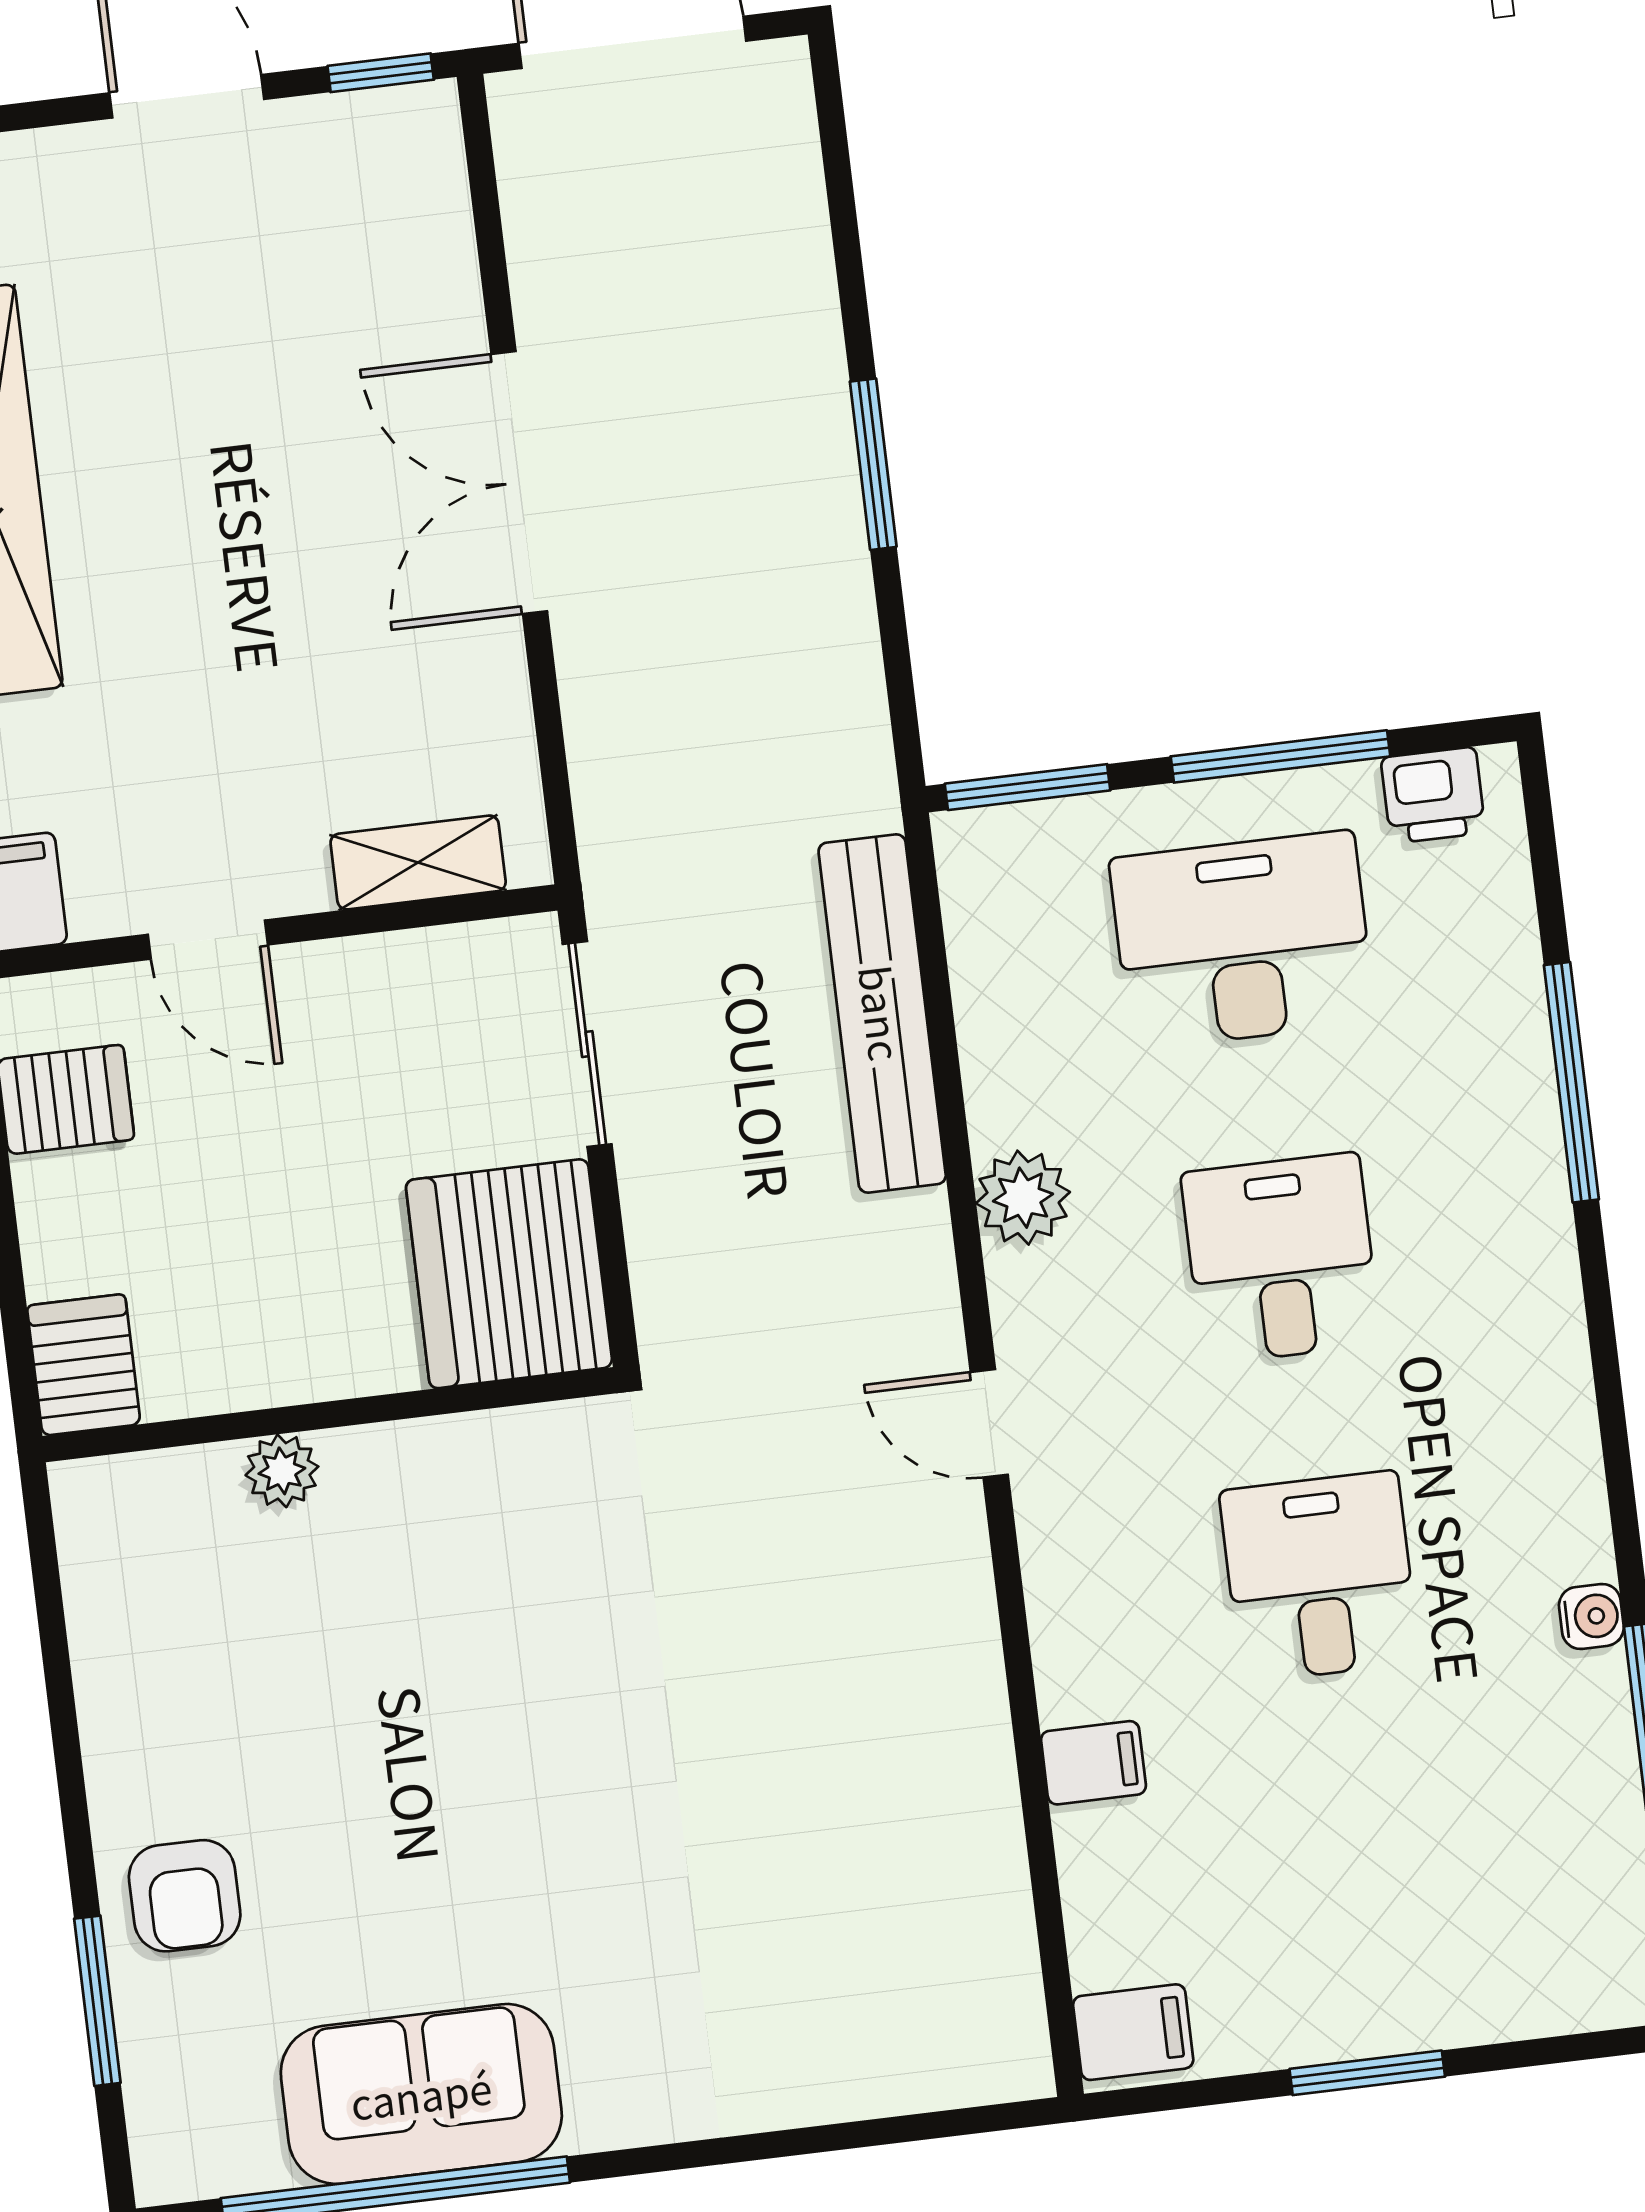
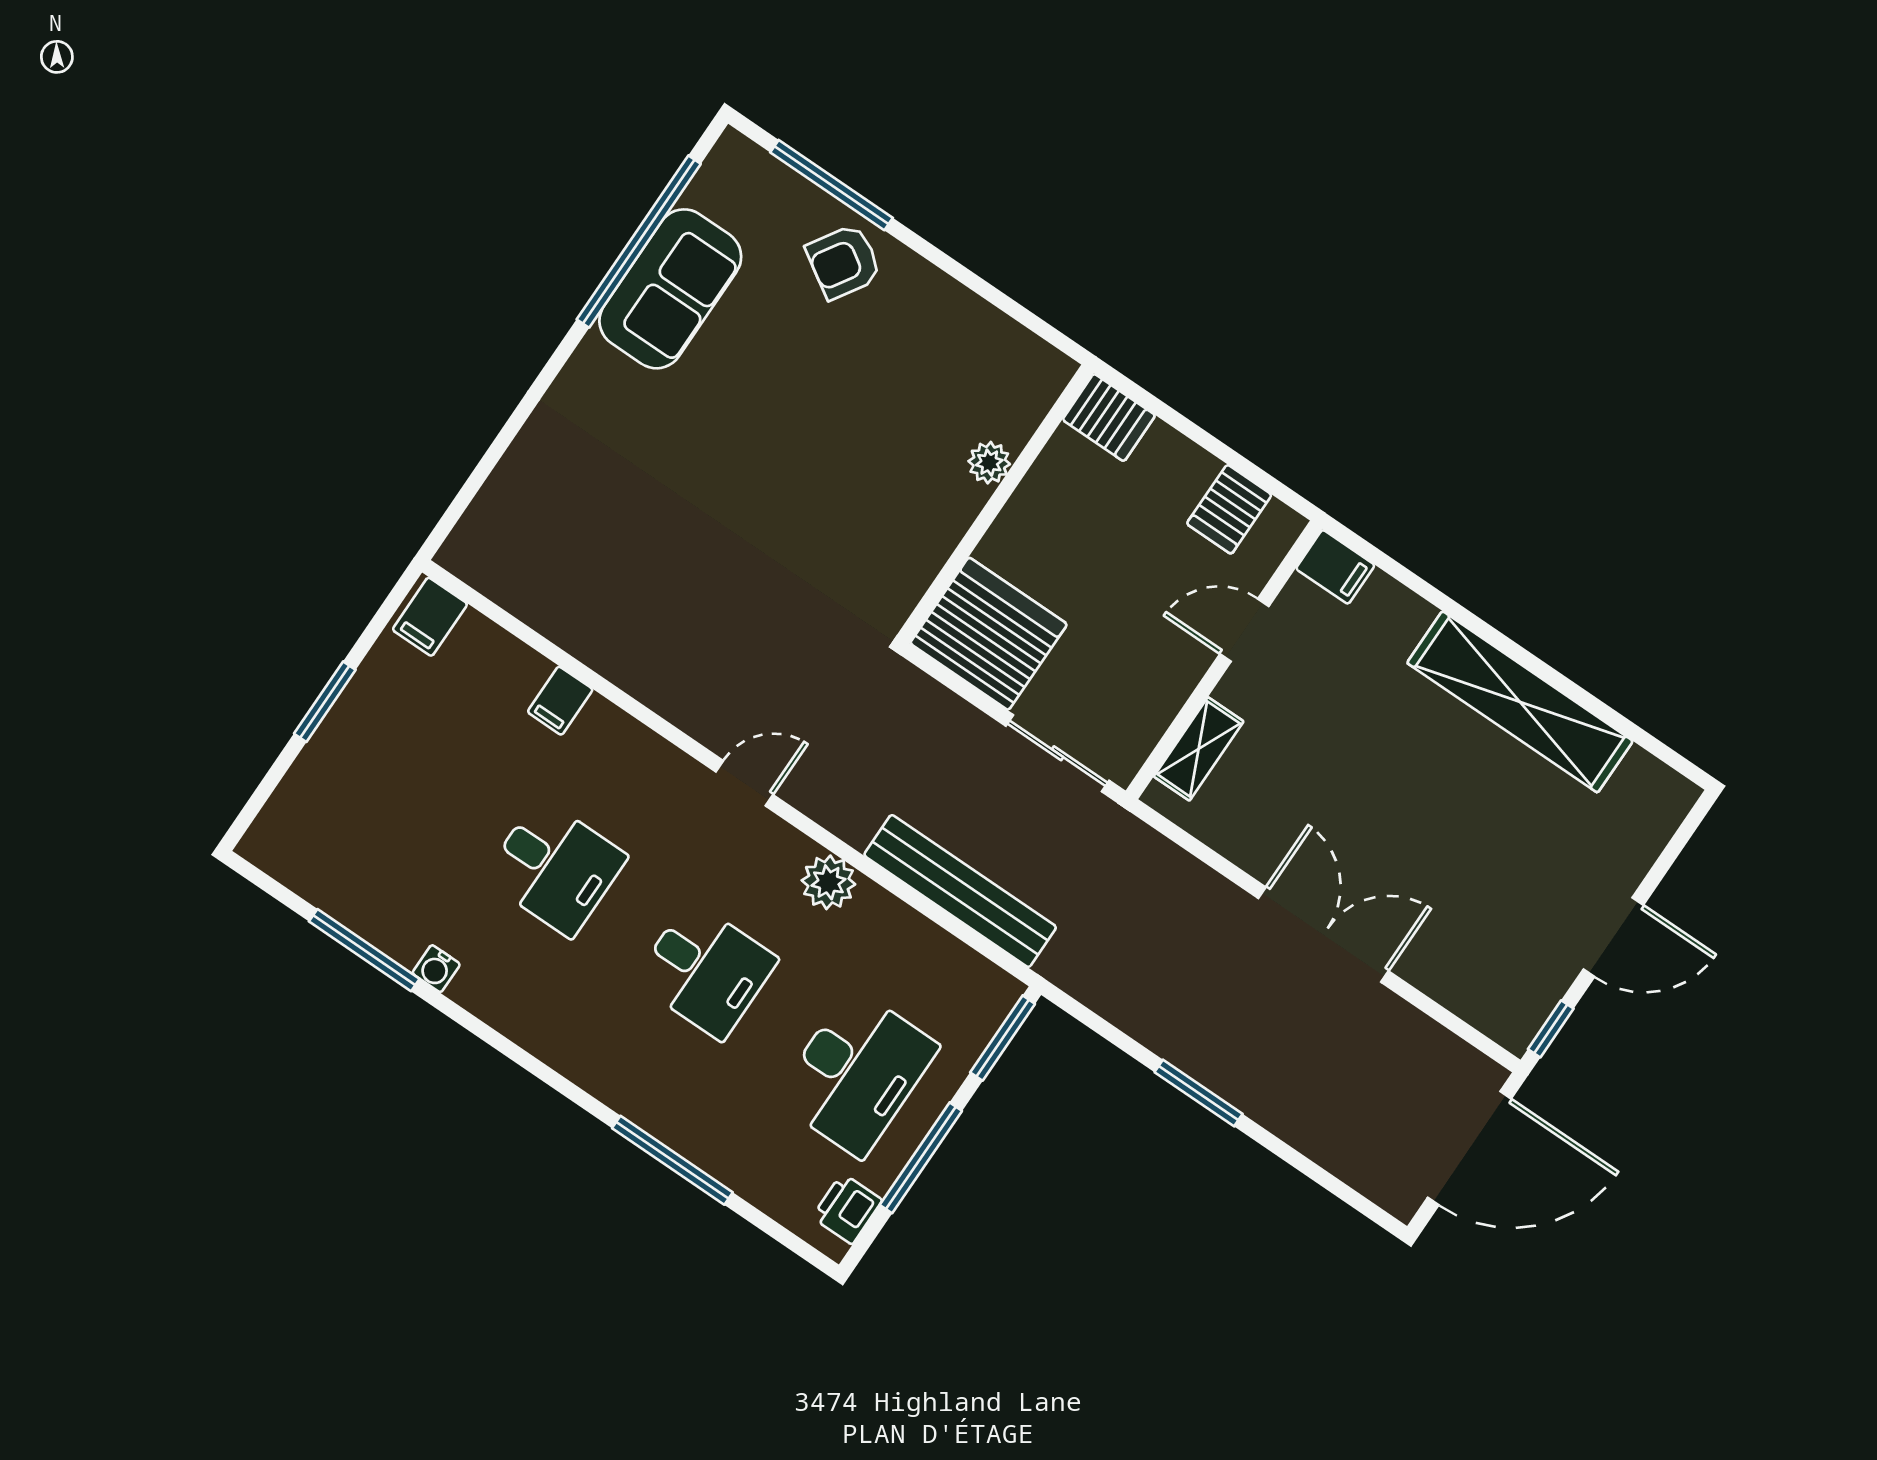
armchair: (185, 1896) -> (844, 262), turned -58
window: (97, 2001) -> (832, 185), width x1.44

